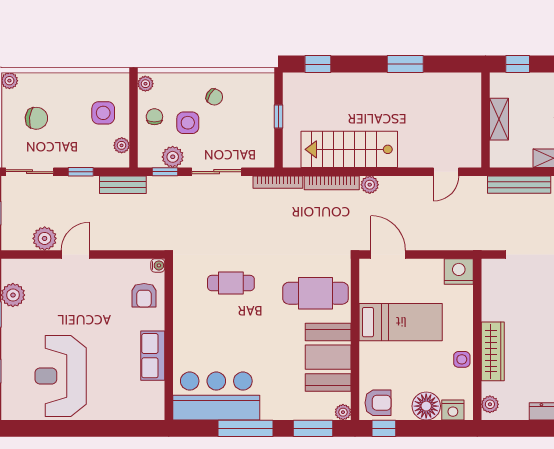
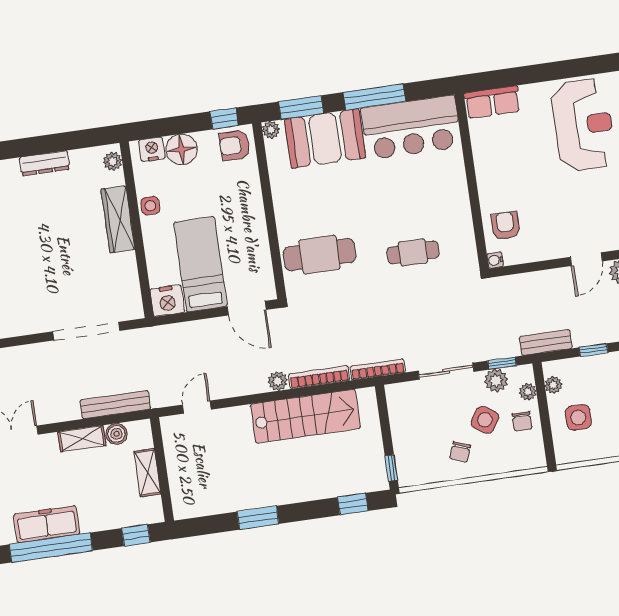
plant: (145, 84) -> (528, 392), moved
chair: (214, 97) -> (460, 452), turned -100
window: (278, 117) -> (391, 468), moved
side table: (188, 123) -> (485, 420), turned 34
boiler: (522, 158) -> (116, 434), added
bed: (401, 322) -> (200, 264), moved, turned 90
row of seats: (153, 356) -> (492, 102), moved, turned 90
booth: (328, 357) -> (325, 139), moved, turned 90

